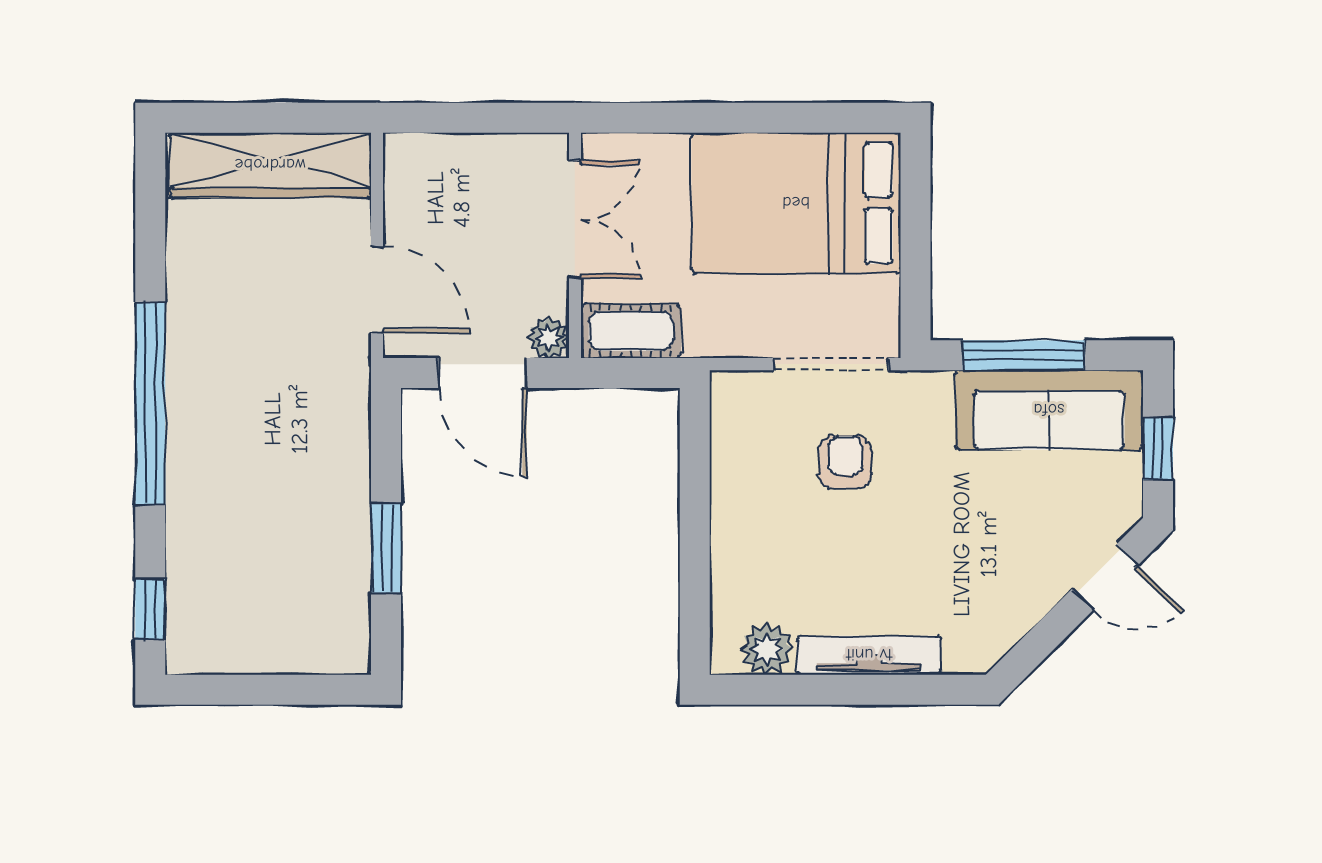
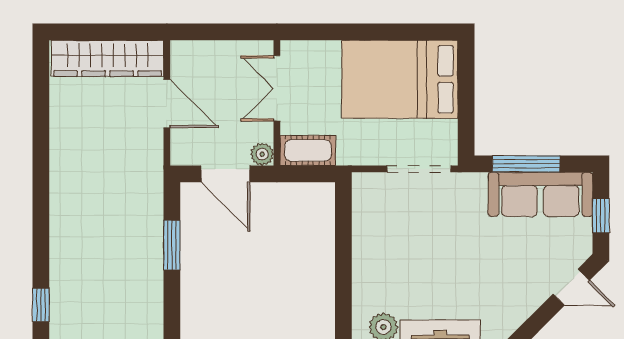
double door: (575, 219) -> (277, 88), swing flipped
door: (377, 290) -> (167, 104), moved
window: (150, 403) -> (41, 191), removed
armchair: (845, 462) -> (427, 223), removed
window: (386, 548) -> (172, 245), moved

